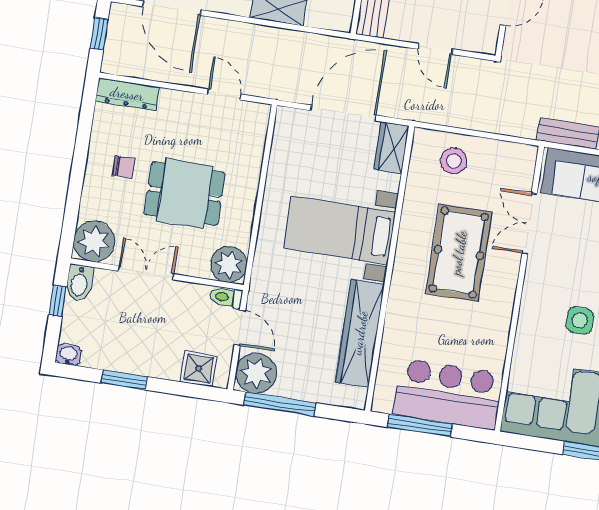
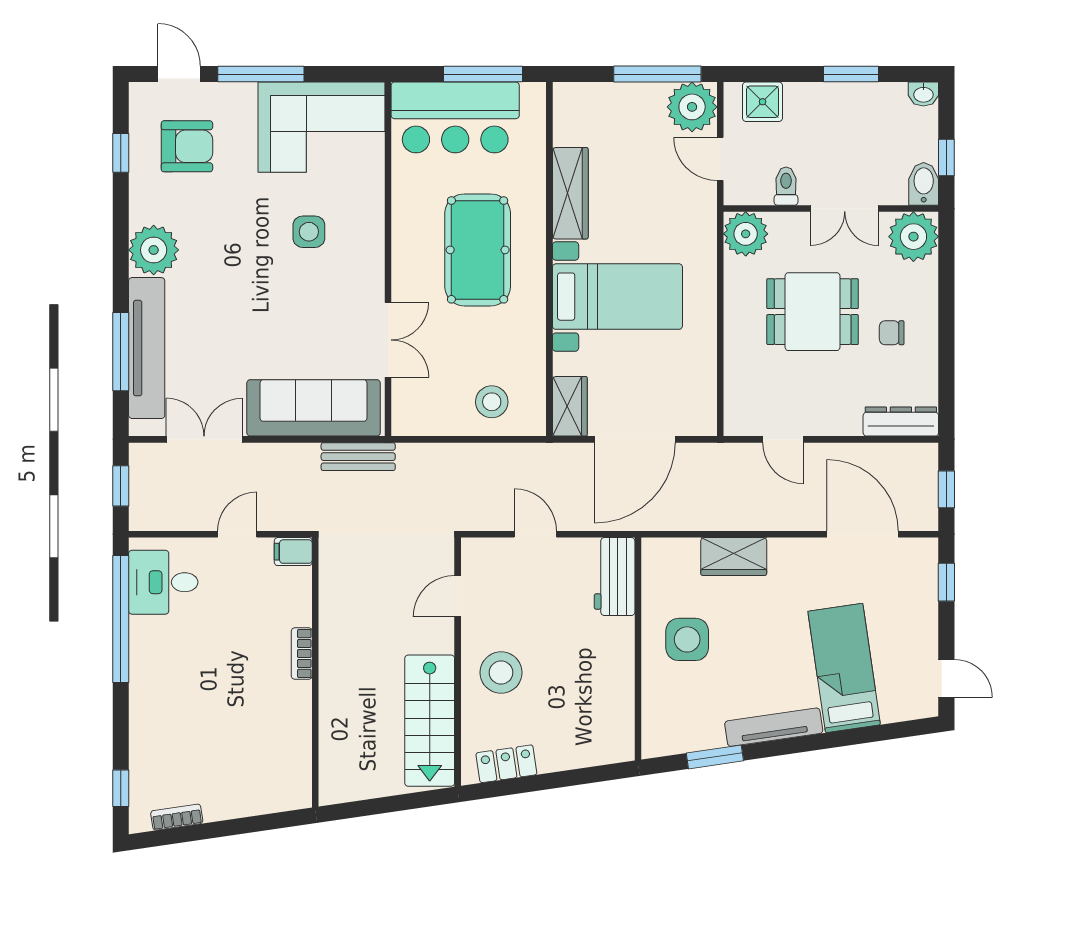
pool table: (459, 253) -> (478, 250), moved
toilet: (226, 297) -> (786, 186), moved, turned -90
wardrobe: (360, 333) -> (570, 193), width x0.71, depth x0.85

